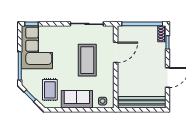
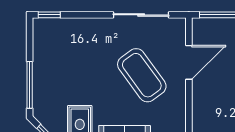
corner sofa: (37, 47) -> (58, 54), removed
coffee table: (87, 60) -> (142, 75), turned -36

